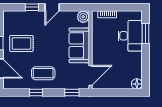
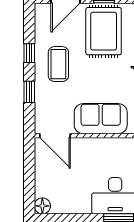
rug: (21, 43) -> (104, 31), width x1.36, depth x1.43
window: (72, 93) -> (29, 92), moved

